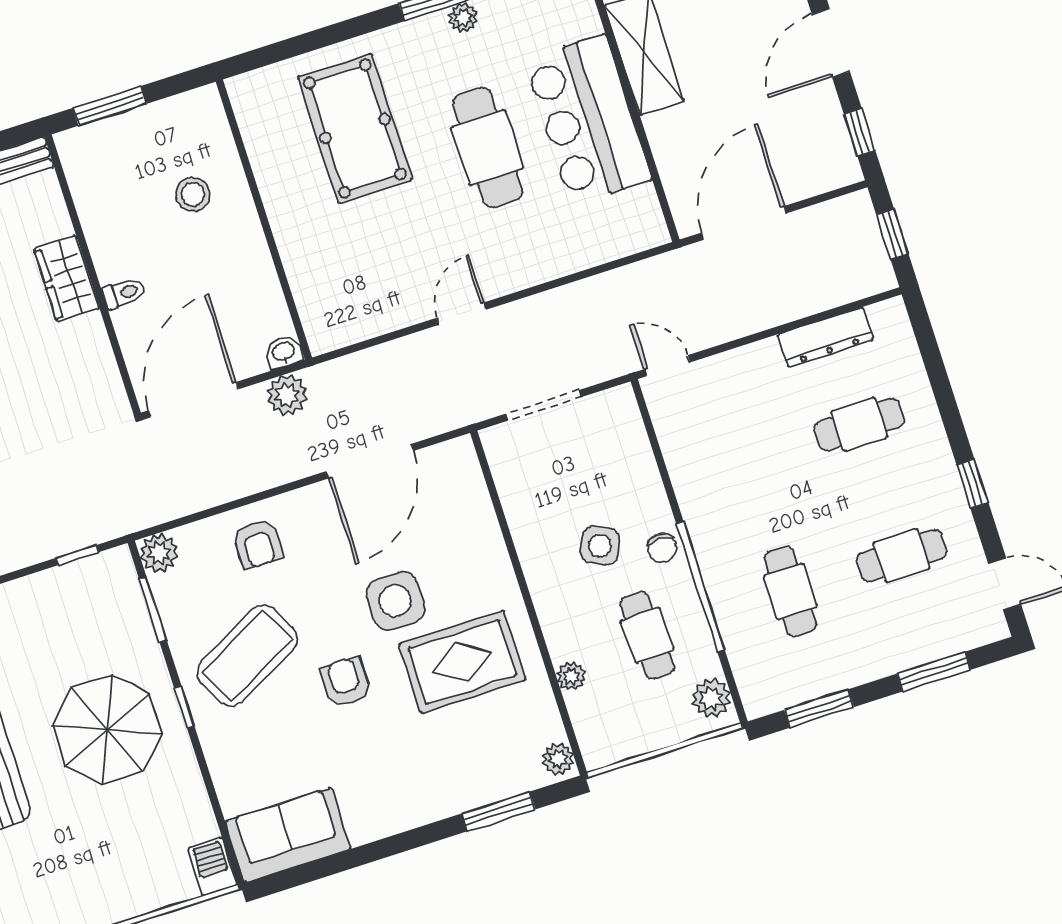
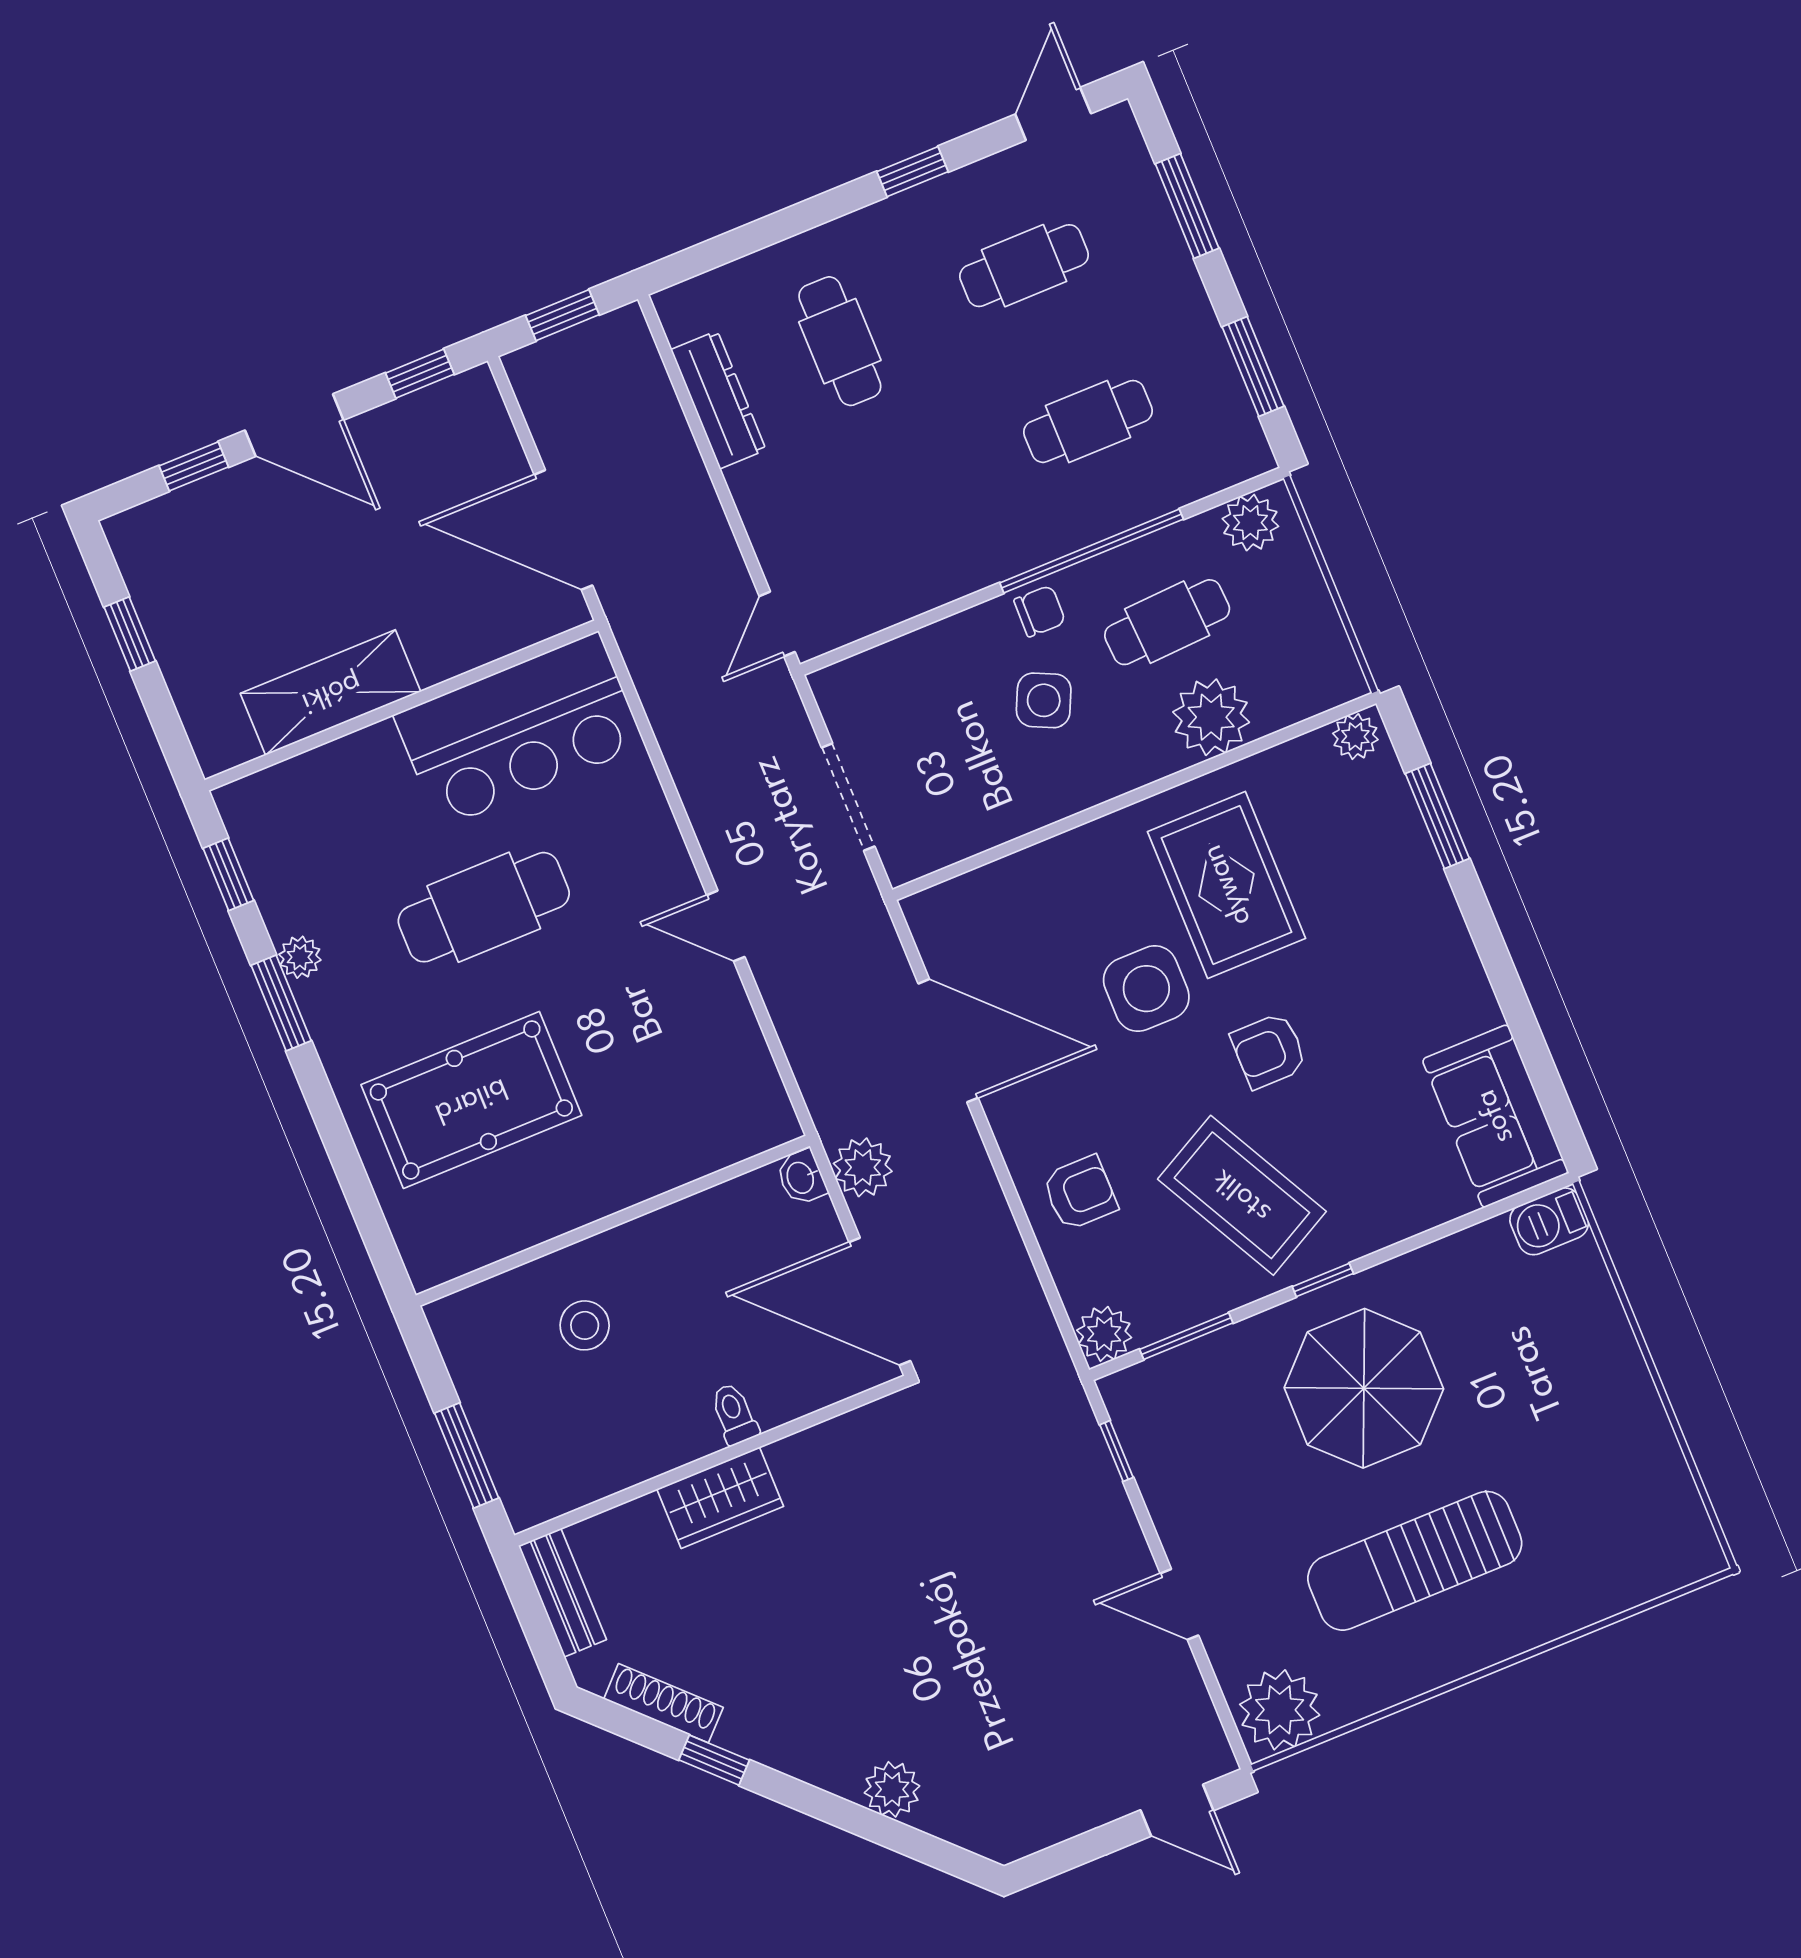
bar counter: (588, 120) -> (519, 730), moved
cafe table: (901, 556) -> (1024, 266), turned 90
plant: (571, 676) -> (1211, 717), width x1.88, depth x1.88

